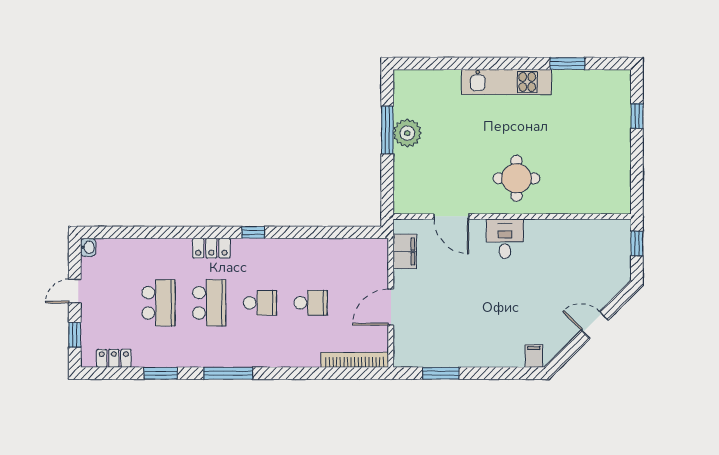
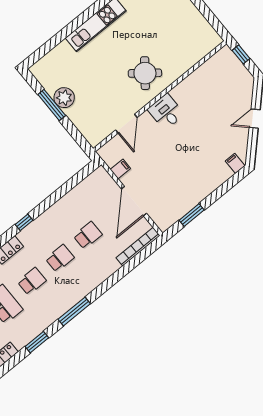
round table: (516, 178) -> (145, 73), turned 38
door: (451, 216) -> (126, 124), hinge flipped
filing cabinet: (405, 251) -> (120, 169), width x0.50
school desk: (209, 303) -> (32, 281), width x0.54
door: (391, 307) -> (134, 201), width x1.36

